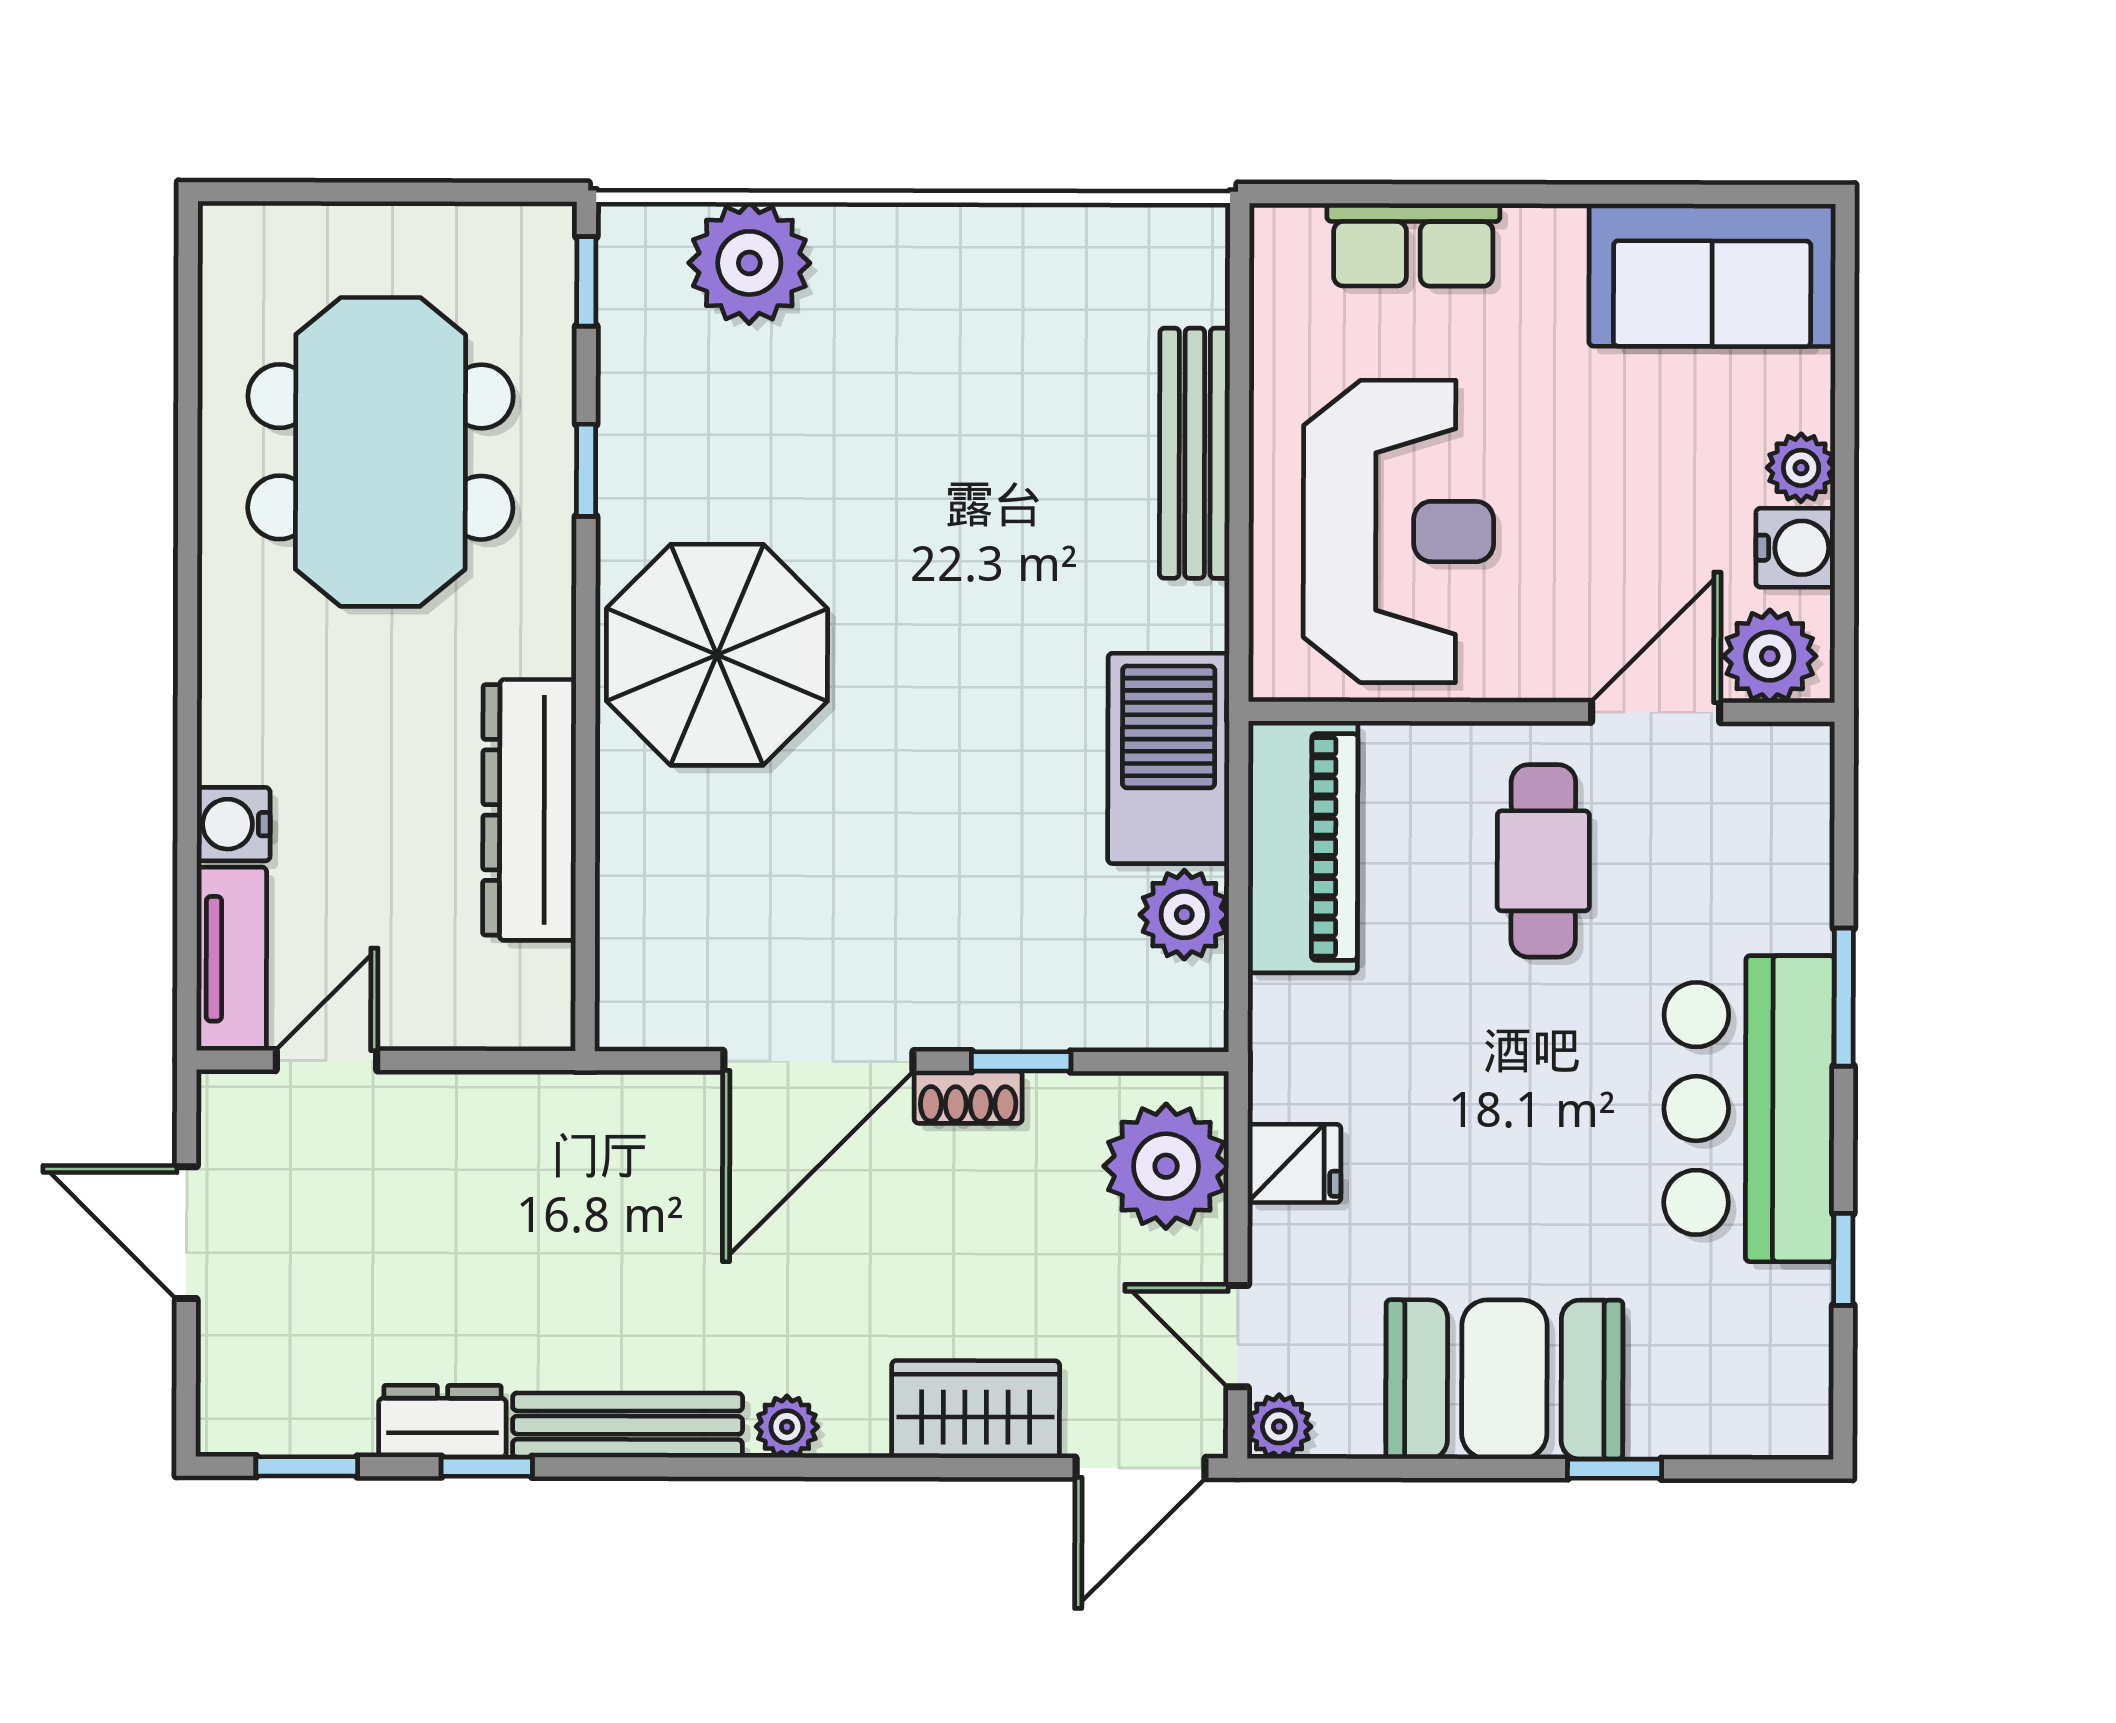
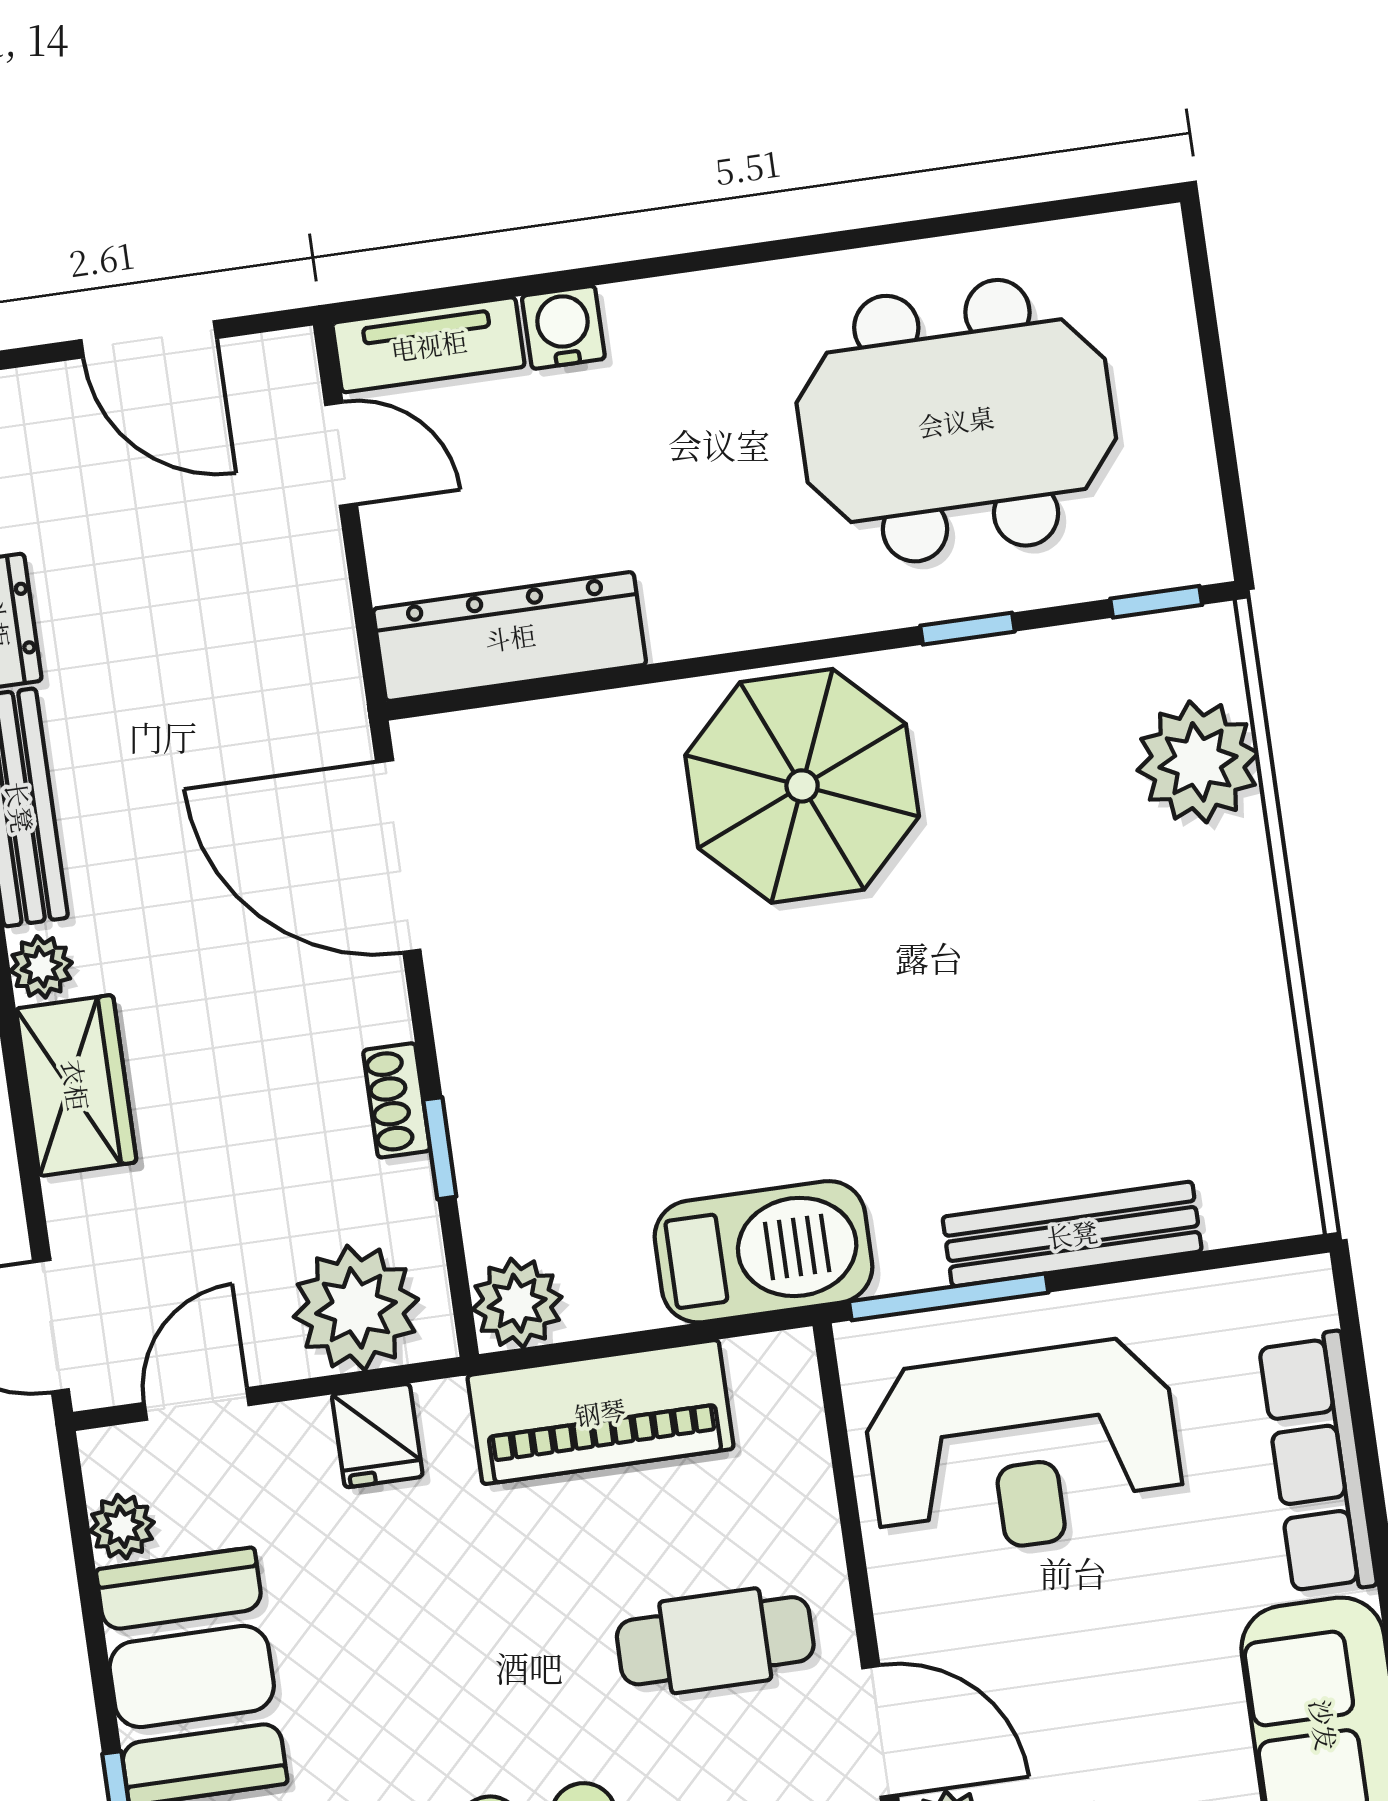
row of seats: (1413, 245) -> (1318, 1464), width x1.48
window: (1239, 583) -> (949, 1297), added
dresser: (529, 810) -> (510, 637), moved
piano: (1303, 847) -> (600, 1412), moved
plant: (1184, 915) -> (517, 1303), moved
door: (818, 1061) -> (398, 856), moved
door: (186, 1233) -> (149, 339), swing flipped
wardrobe: (976, 1409) -> (76, 1085), moved
plant: (1279, 1427) -> (122, 1527), moved

